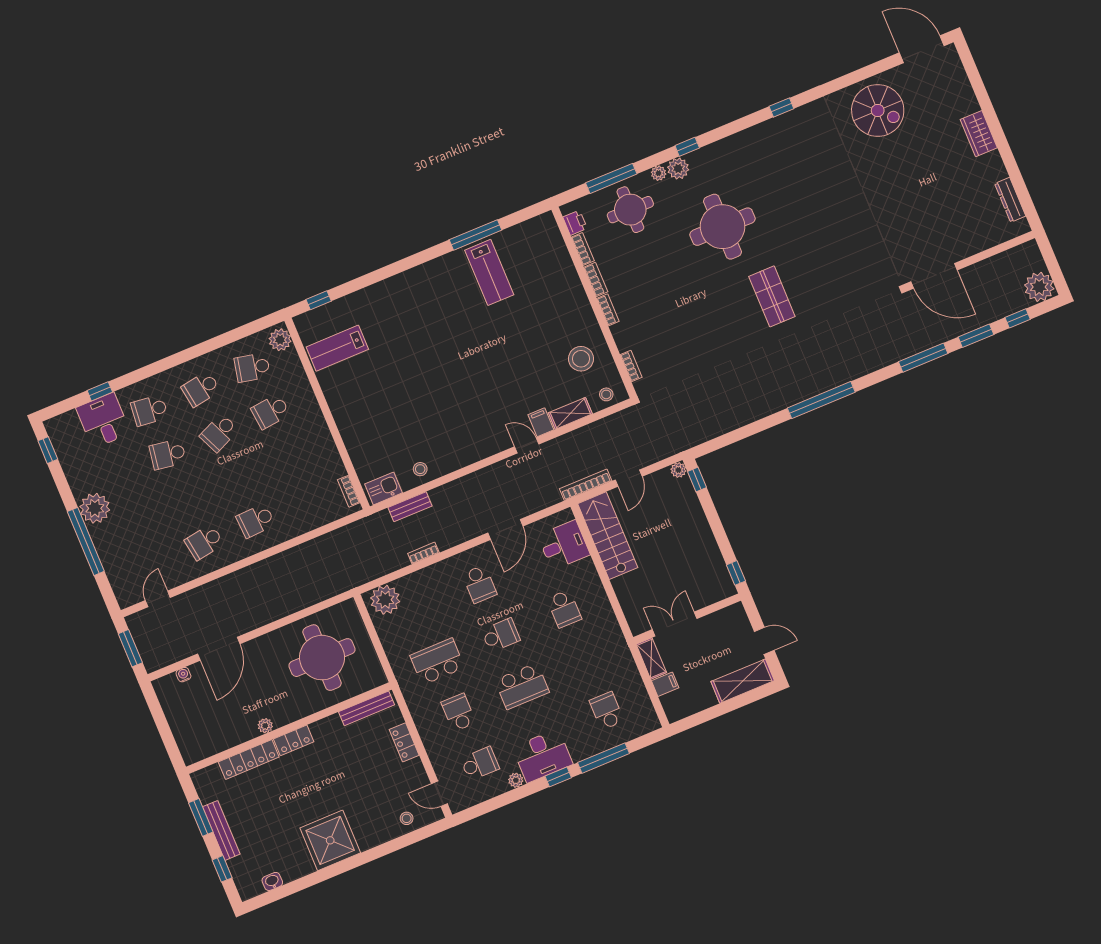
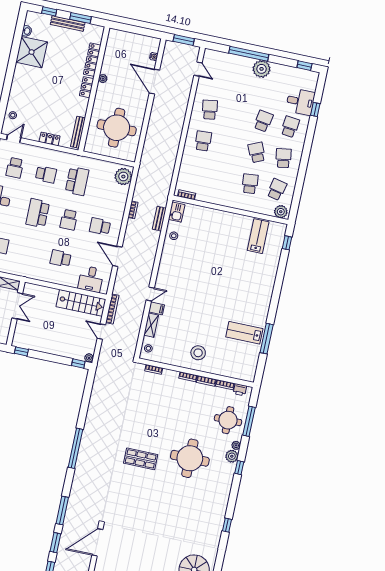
stool: (581, 359) -> (198, 353), moved
shower: (330, 840) -> (32, 52), moved

